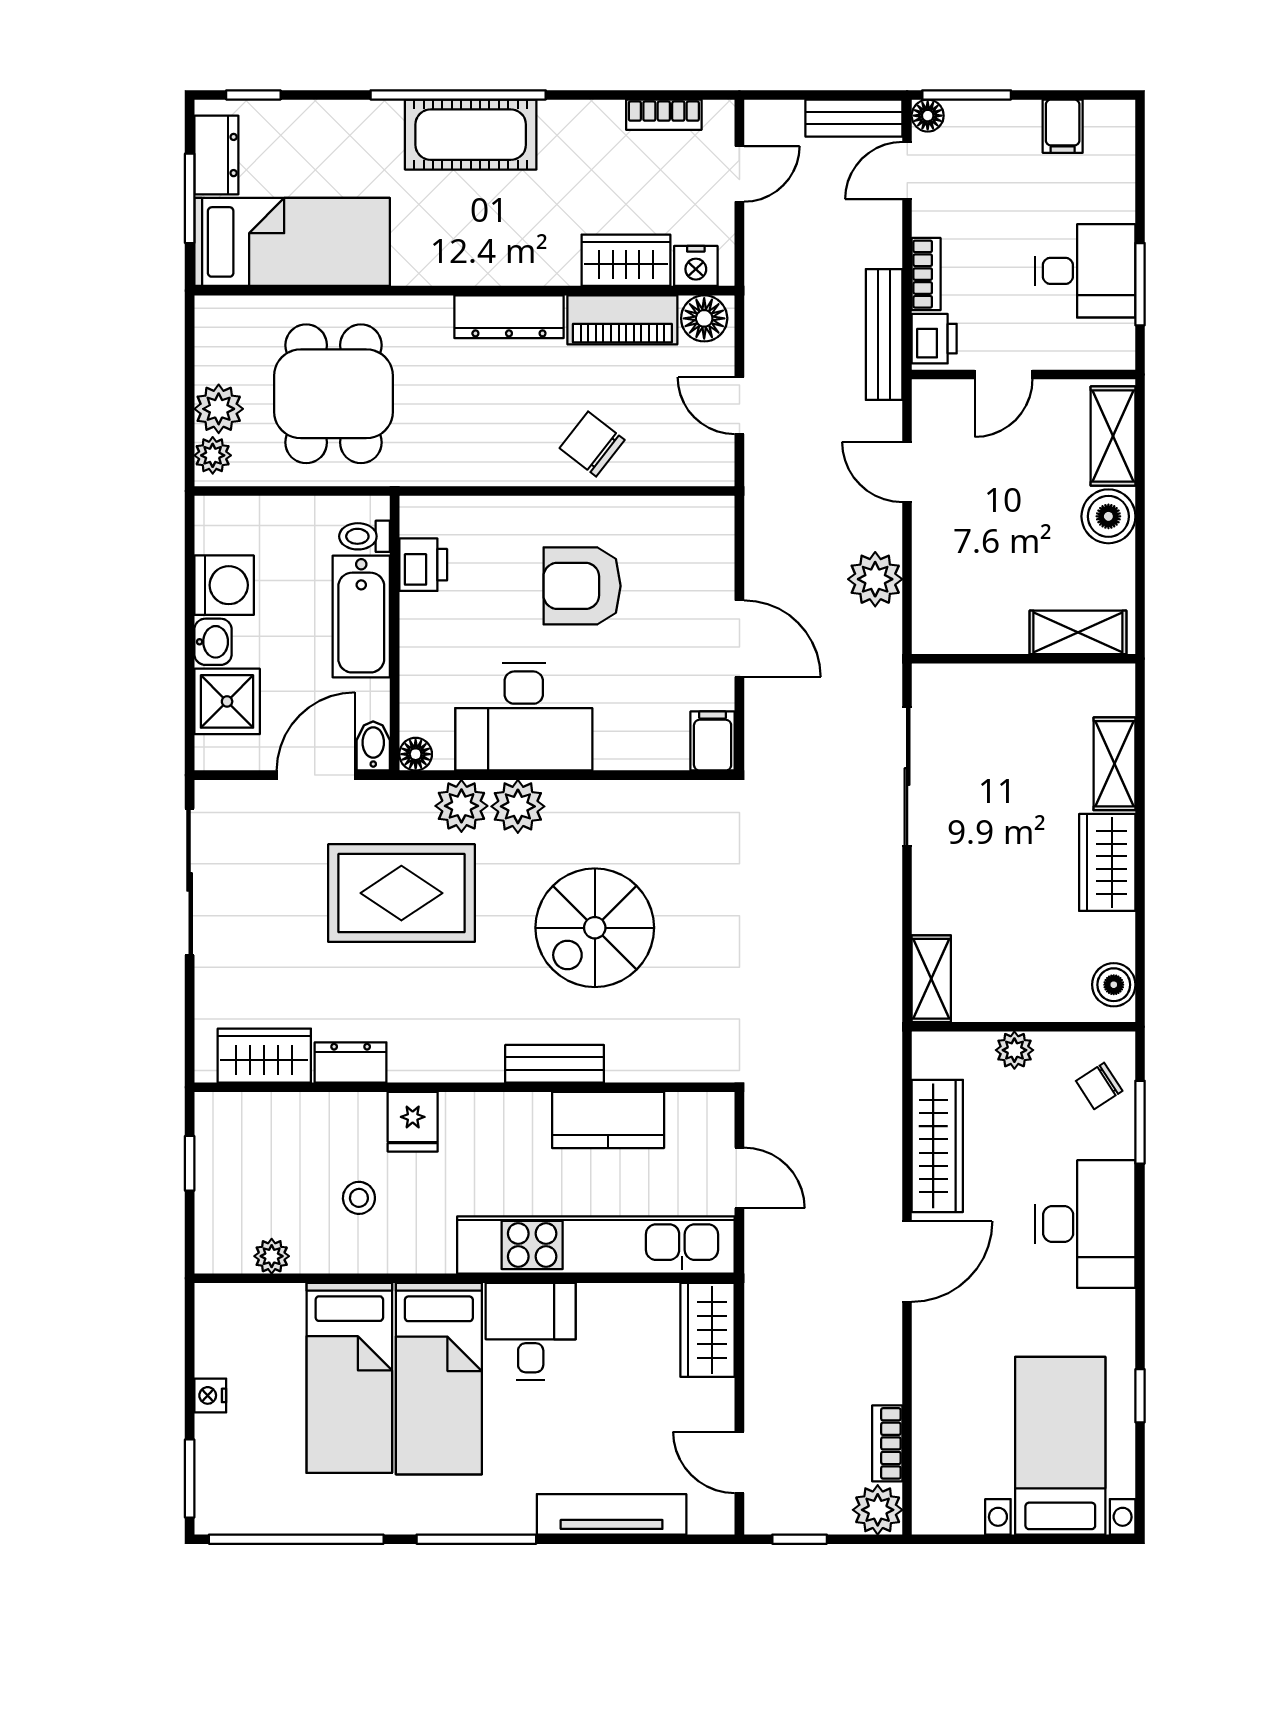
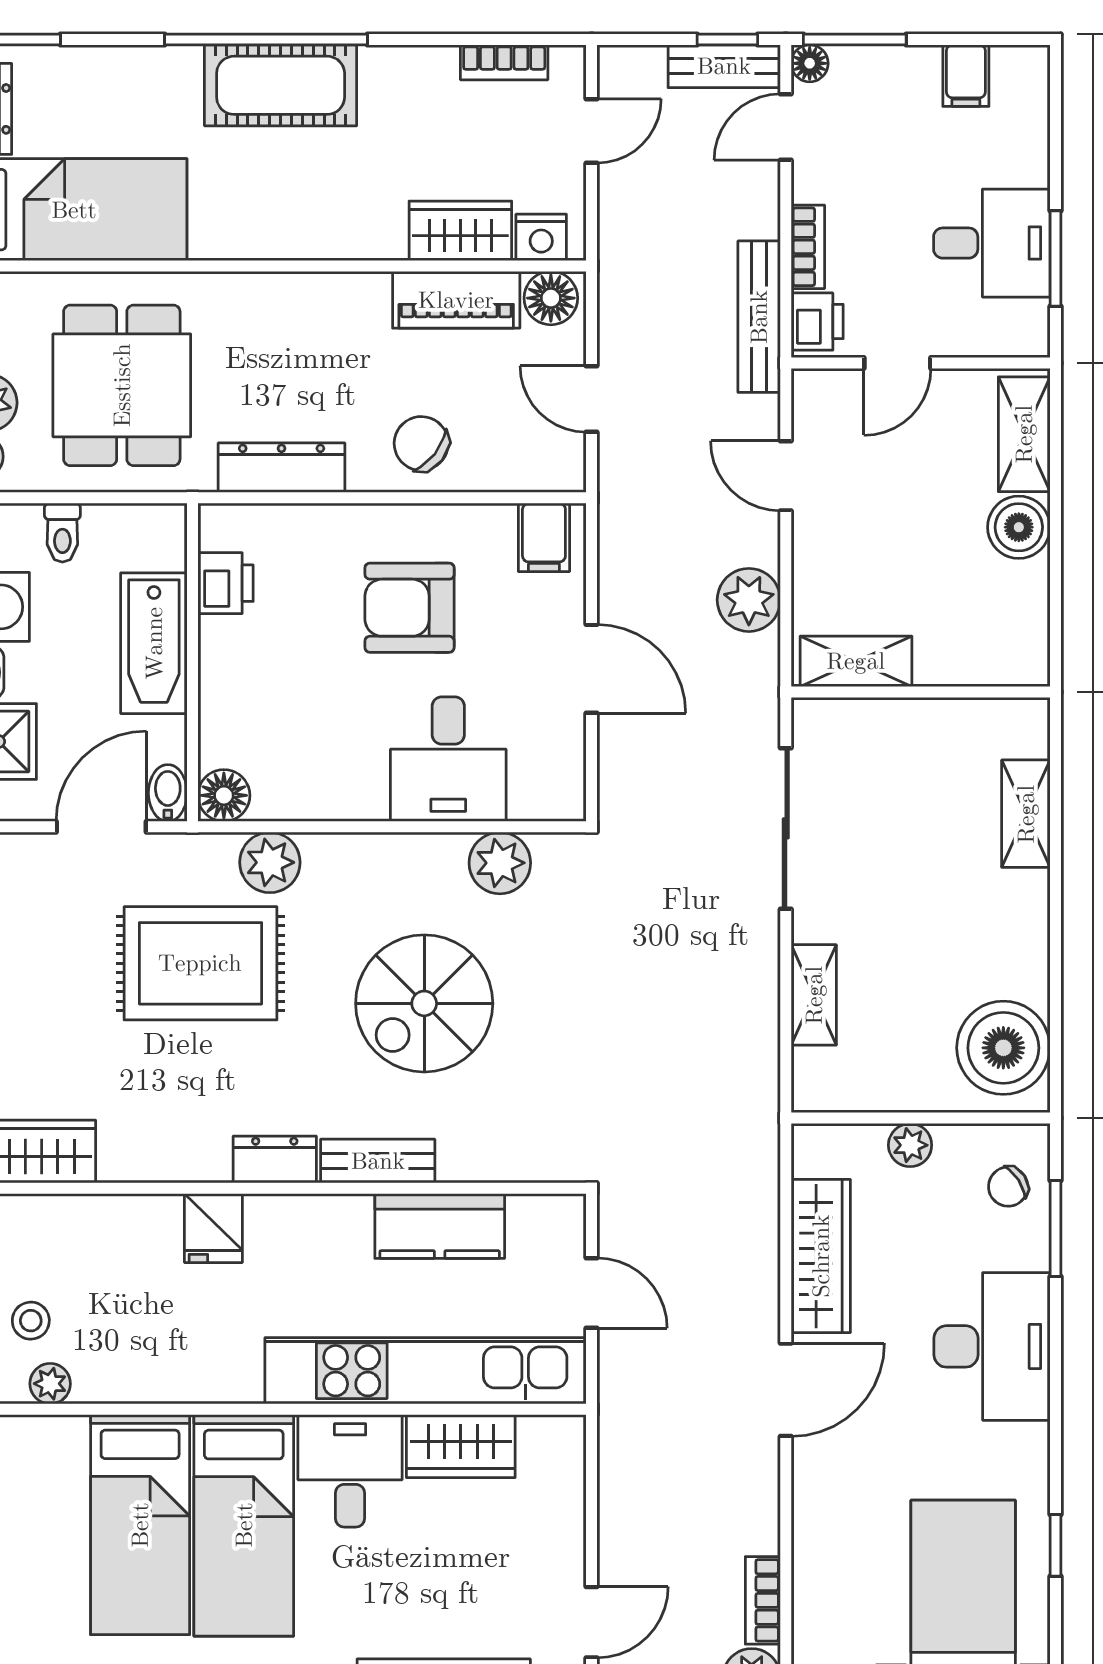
window: (857, 95) -> (727, 39), added
dresser: (509, 317) -> (282, 468), moved, turned 180
toilet: (365, 536) -> (62, 533), moved, turned -90
shelving: (1078, 632) -> (856, 661), moved
desk: (524, 717) -> (448, 759), moved, width x0.73
filing cabinet: (713, 741) -> (544, 537), moved, turned 180
floor lamp: (416, 754) -> (224, 795), width x1.37, depth x1.37
plant: (518, 806) -> (500, 863), moved
wardrobe: (1107, 862) -> (1017, 928), removed
shelving: (931, 979) -> (814, 995), moved
boiler: (1114, 985) -> (1003, 1048), width x1.86, depth x1.86
dresser: (351, 1062) -> (275, 1159), moved
stool: (359, 1198) -> (31, 1321), moved
wardrobe: (707, 1330) -> (461, 1446), moved, turned -90
door: (739, 1462) -> (592, 1622), swing flipped

